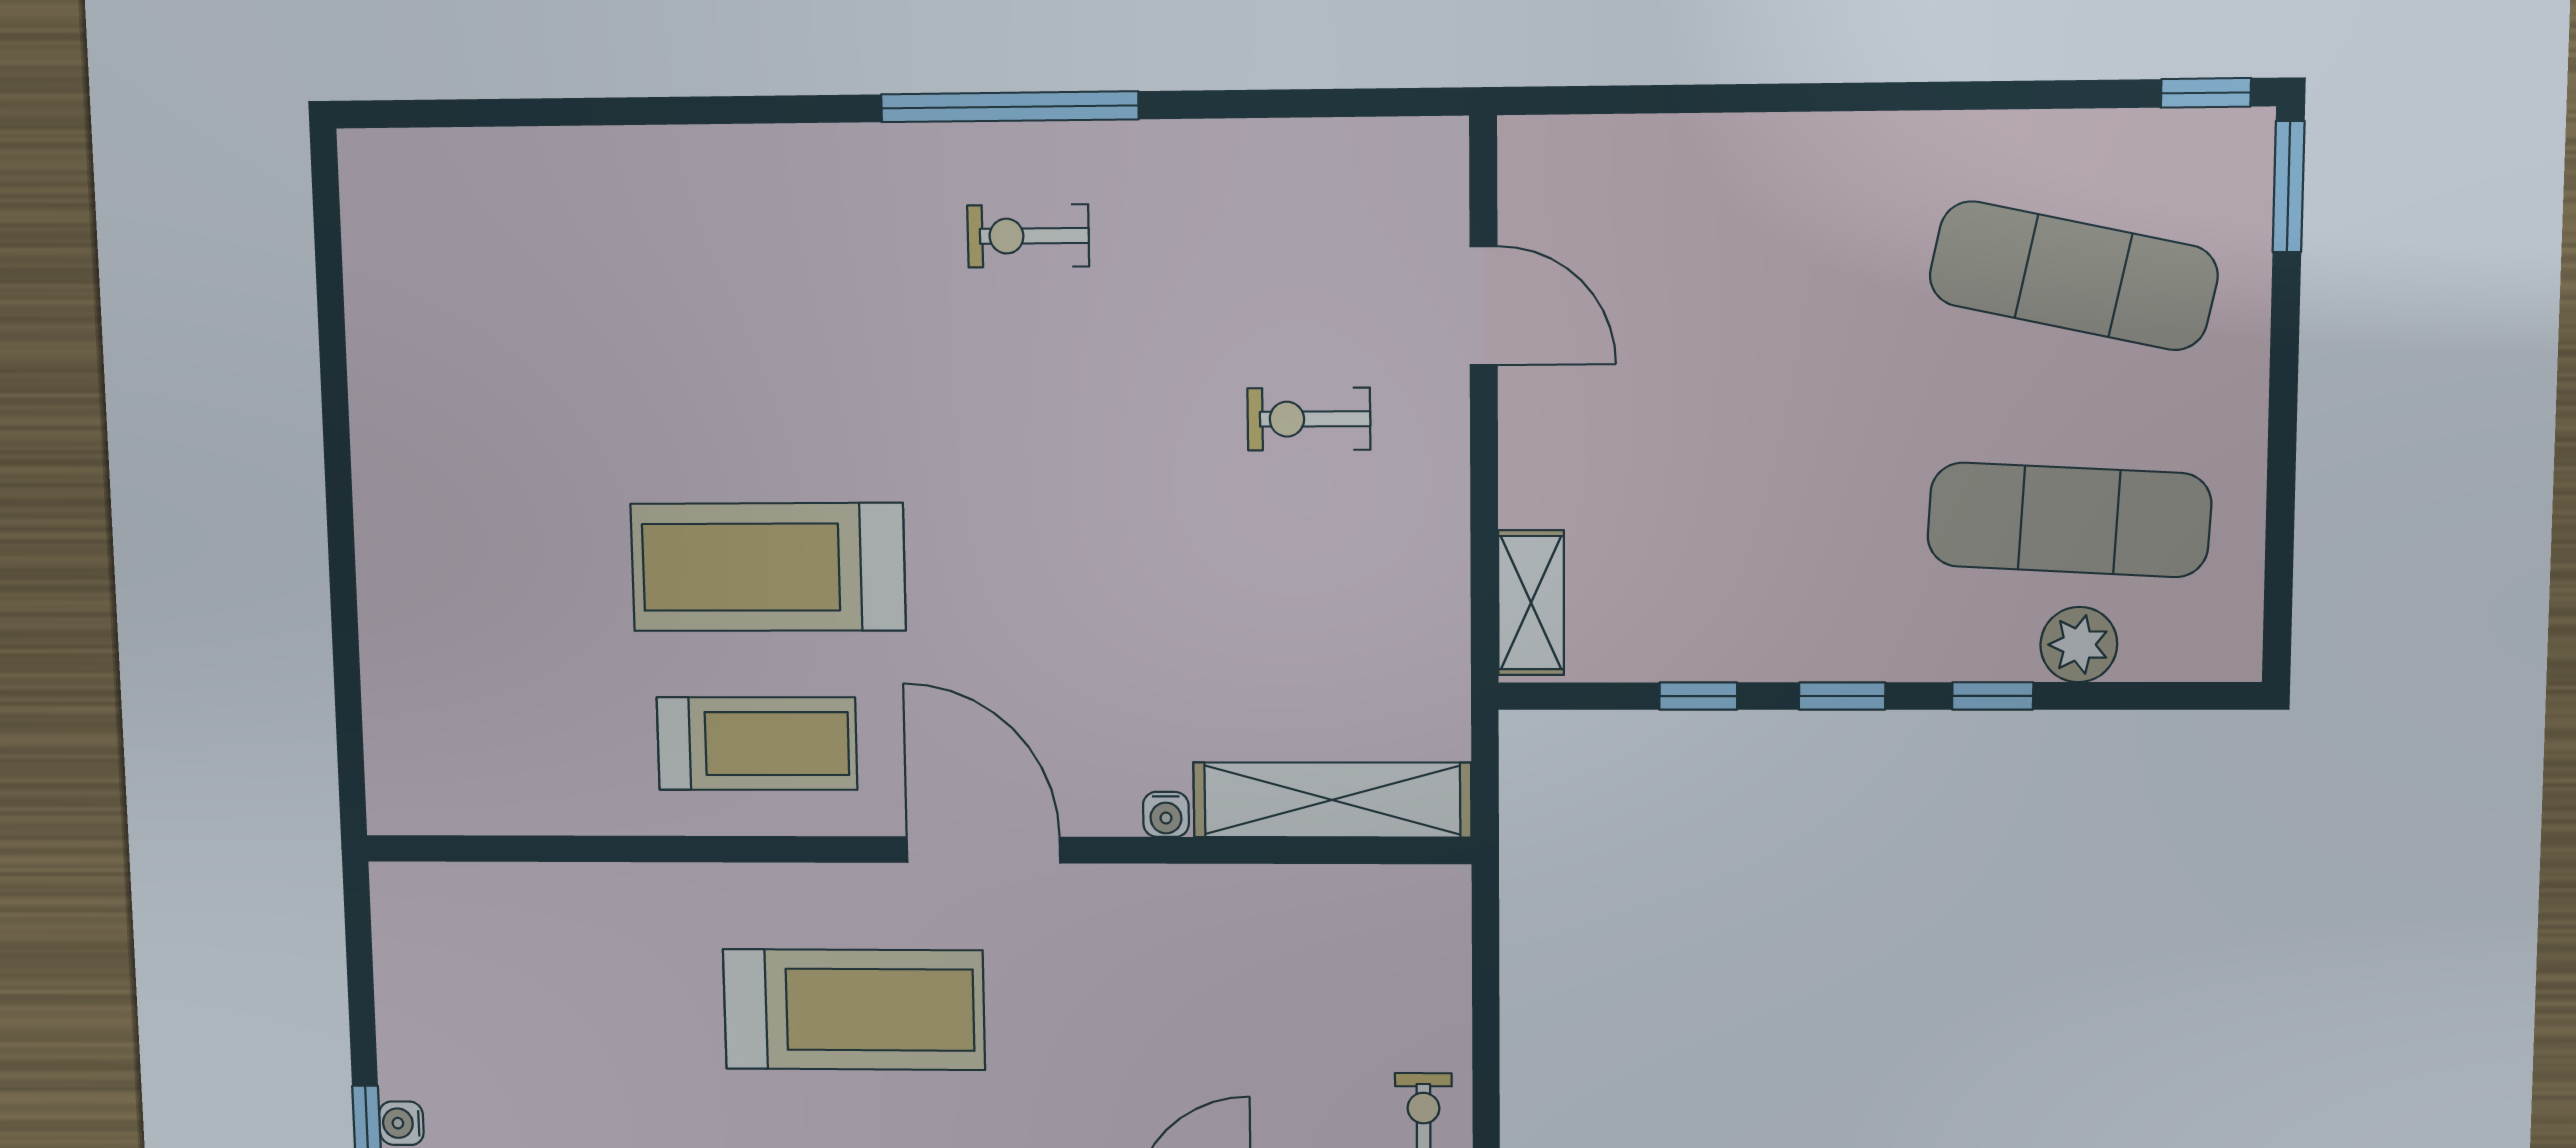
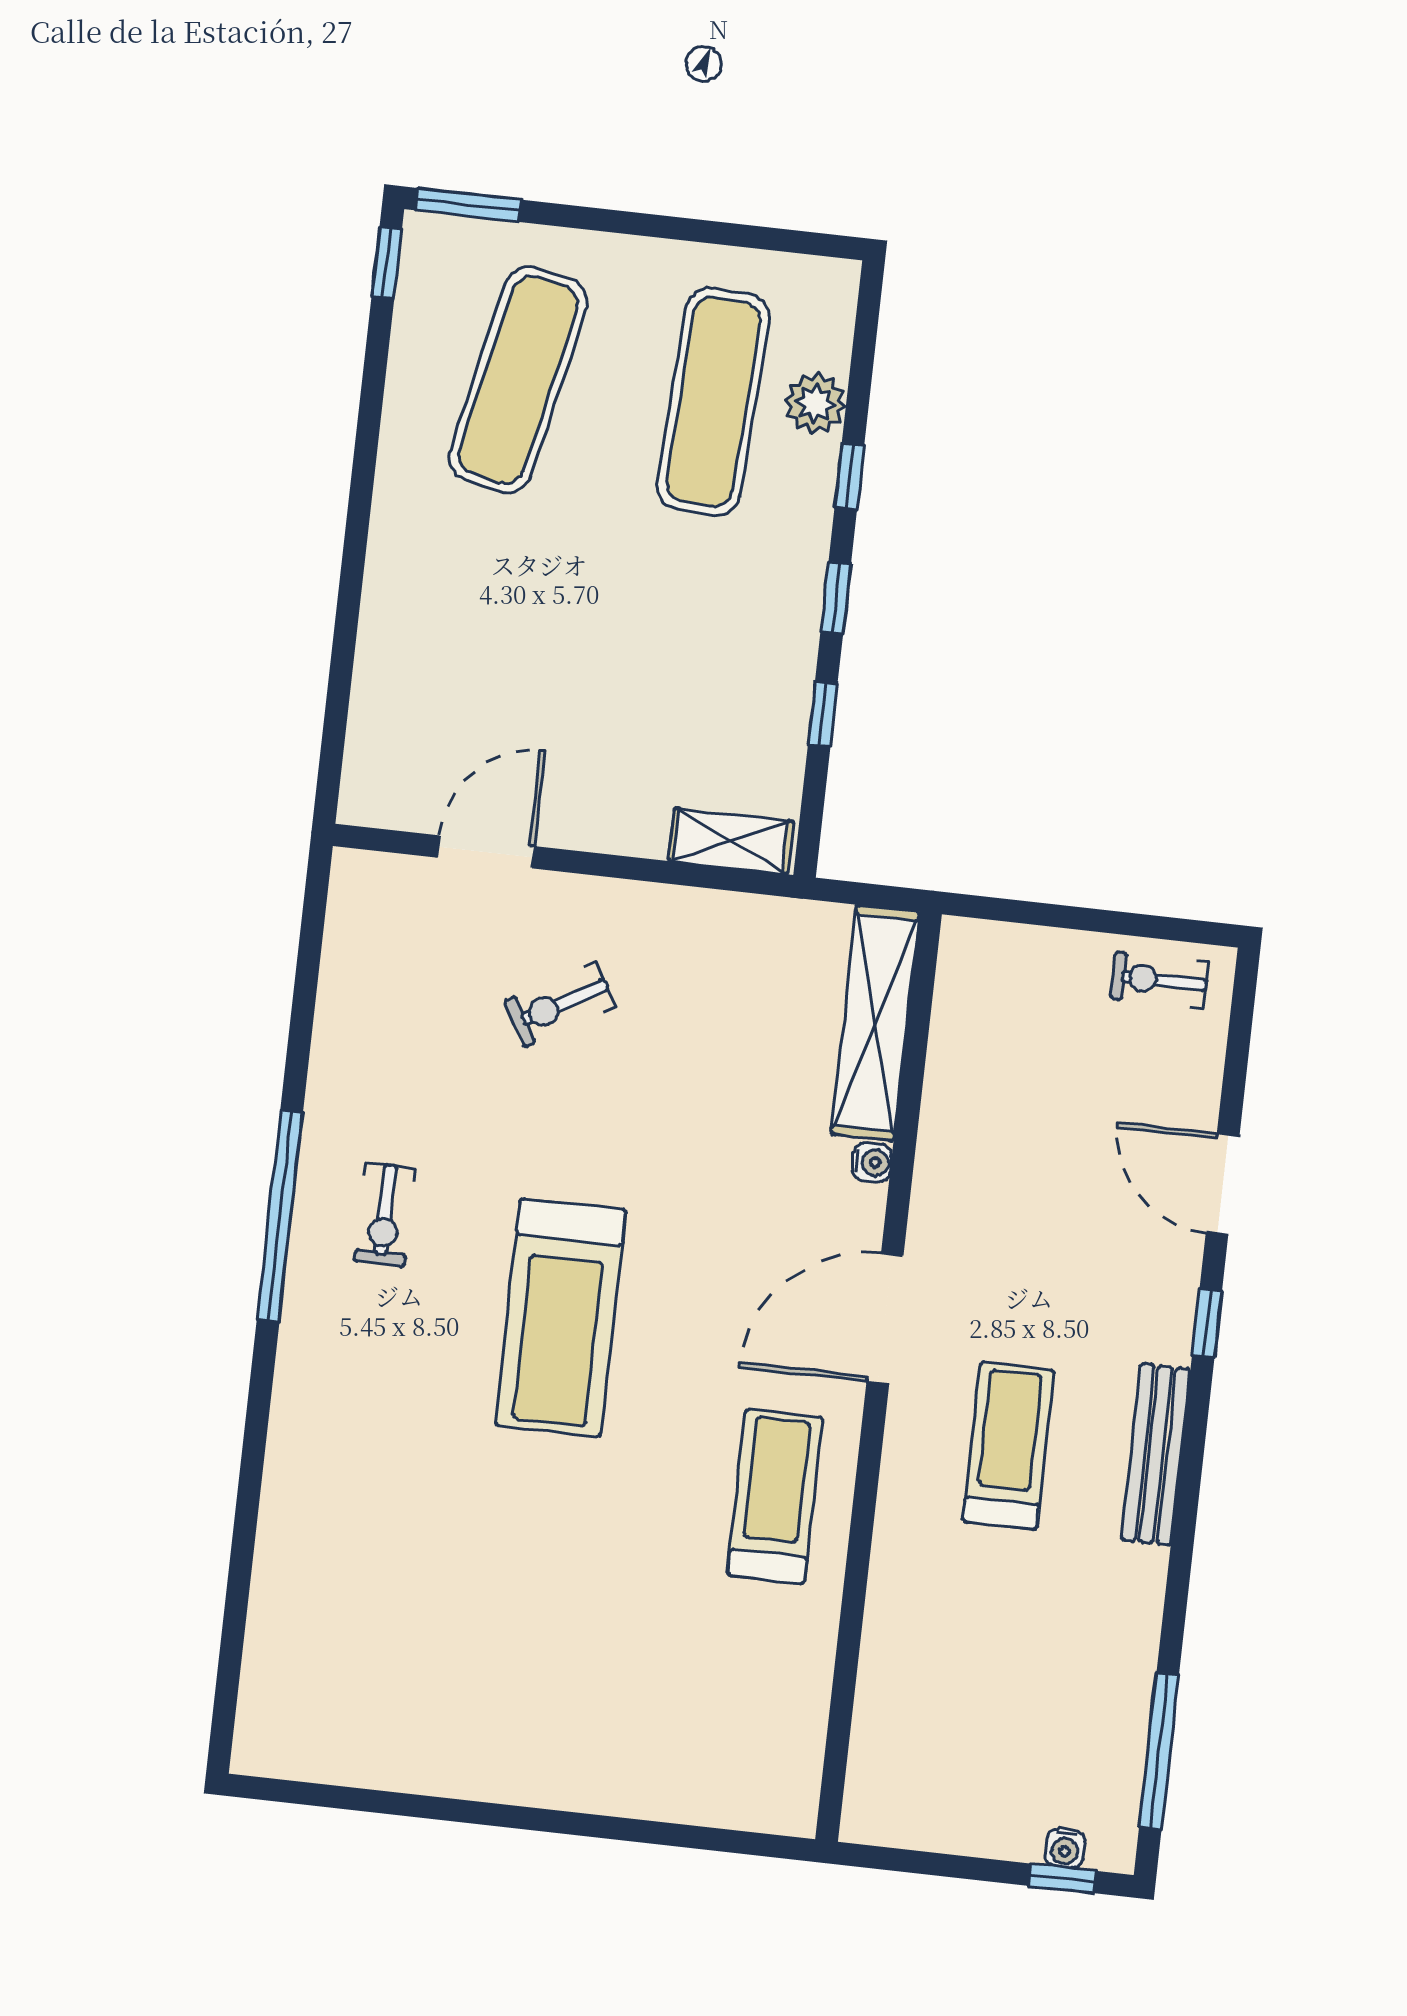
exercise bike: (1309, 419) -> (560, 1004), turned 60
treadmill: (768, 567) -> (560, 1318), moved
treadmill: (854, 1010) -> (1008, 1446), width x0.73, depth x0.73

